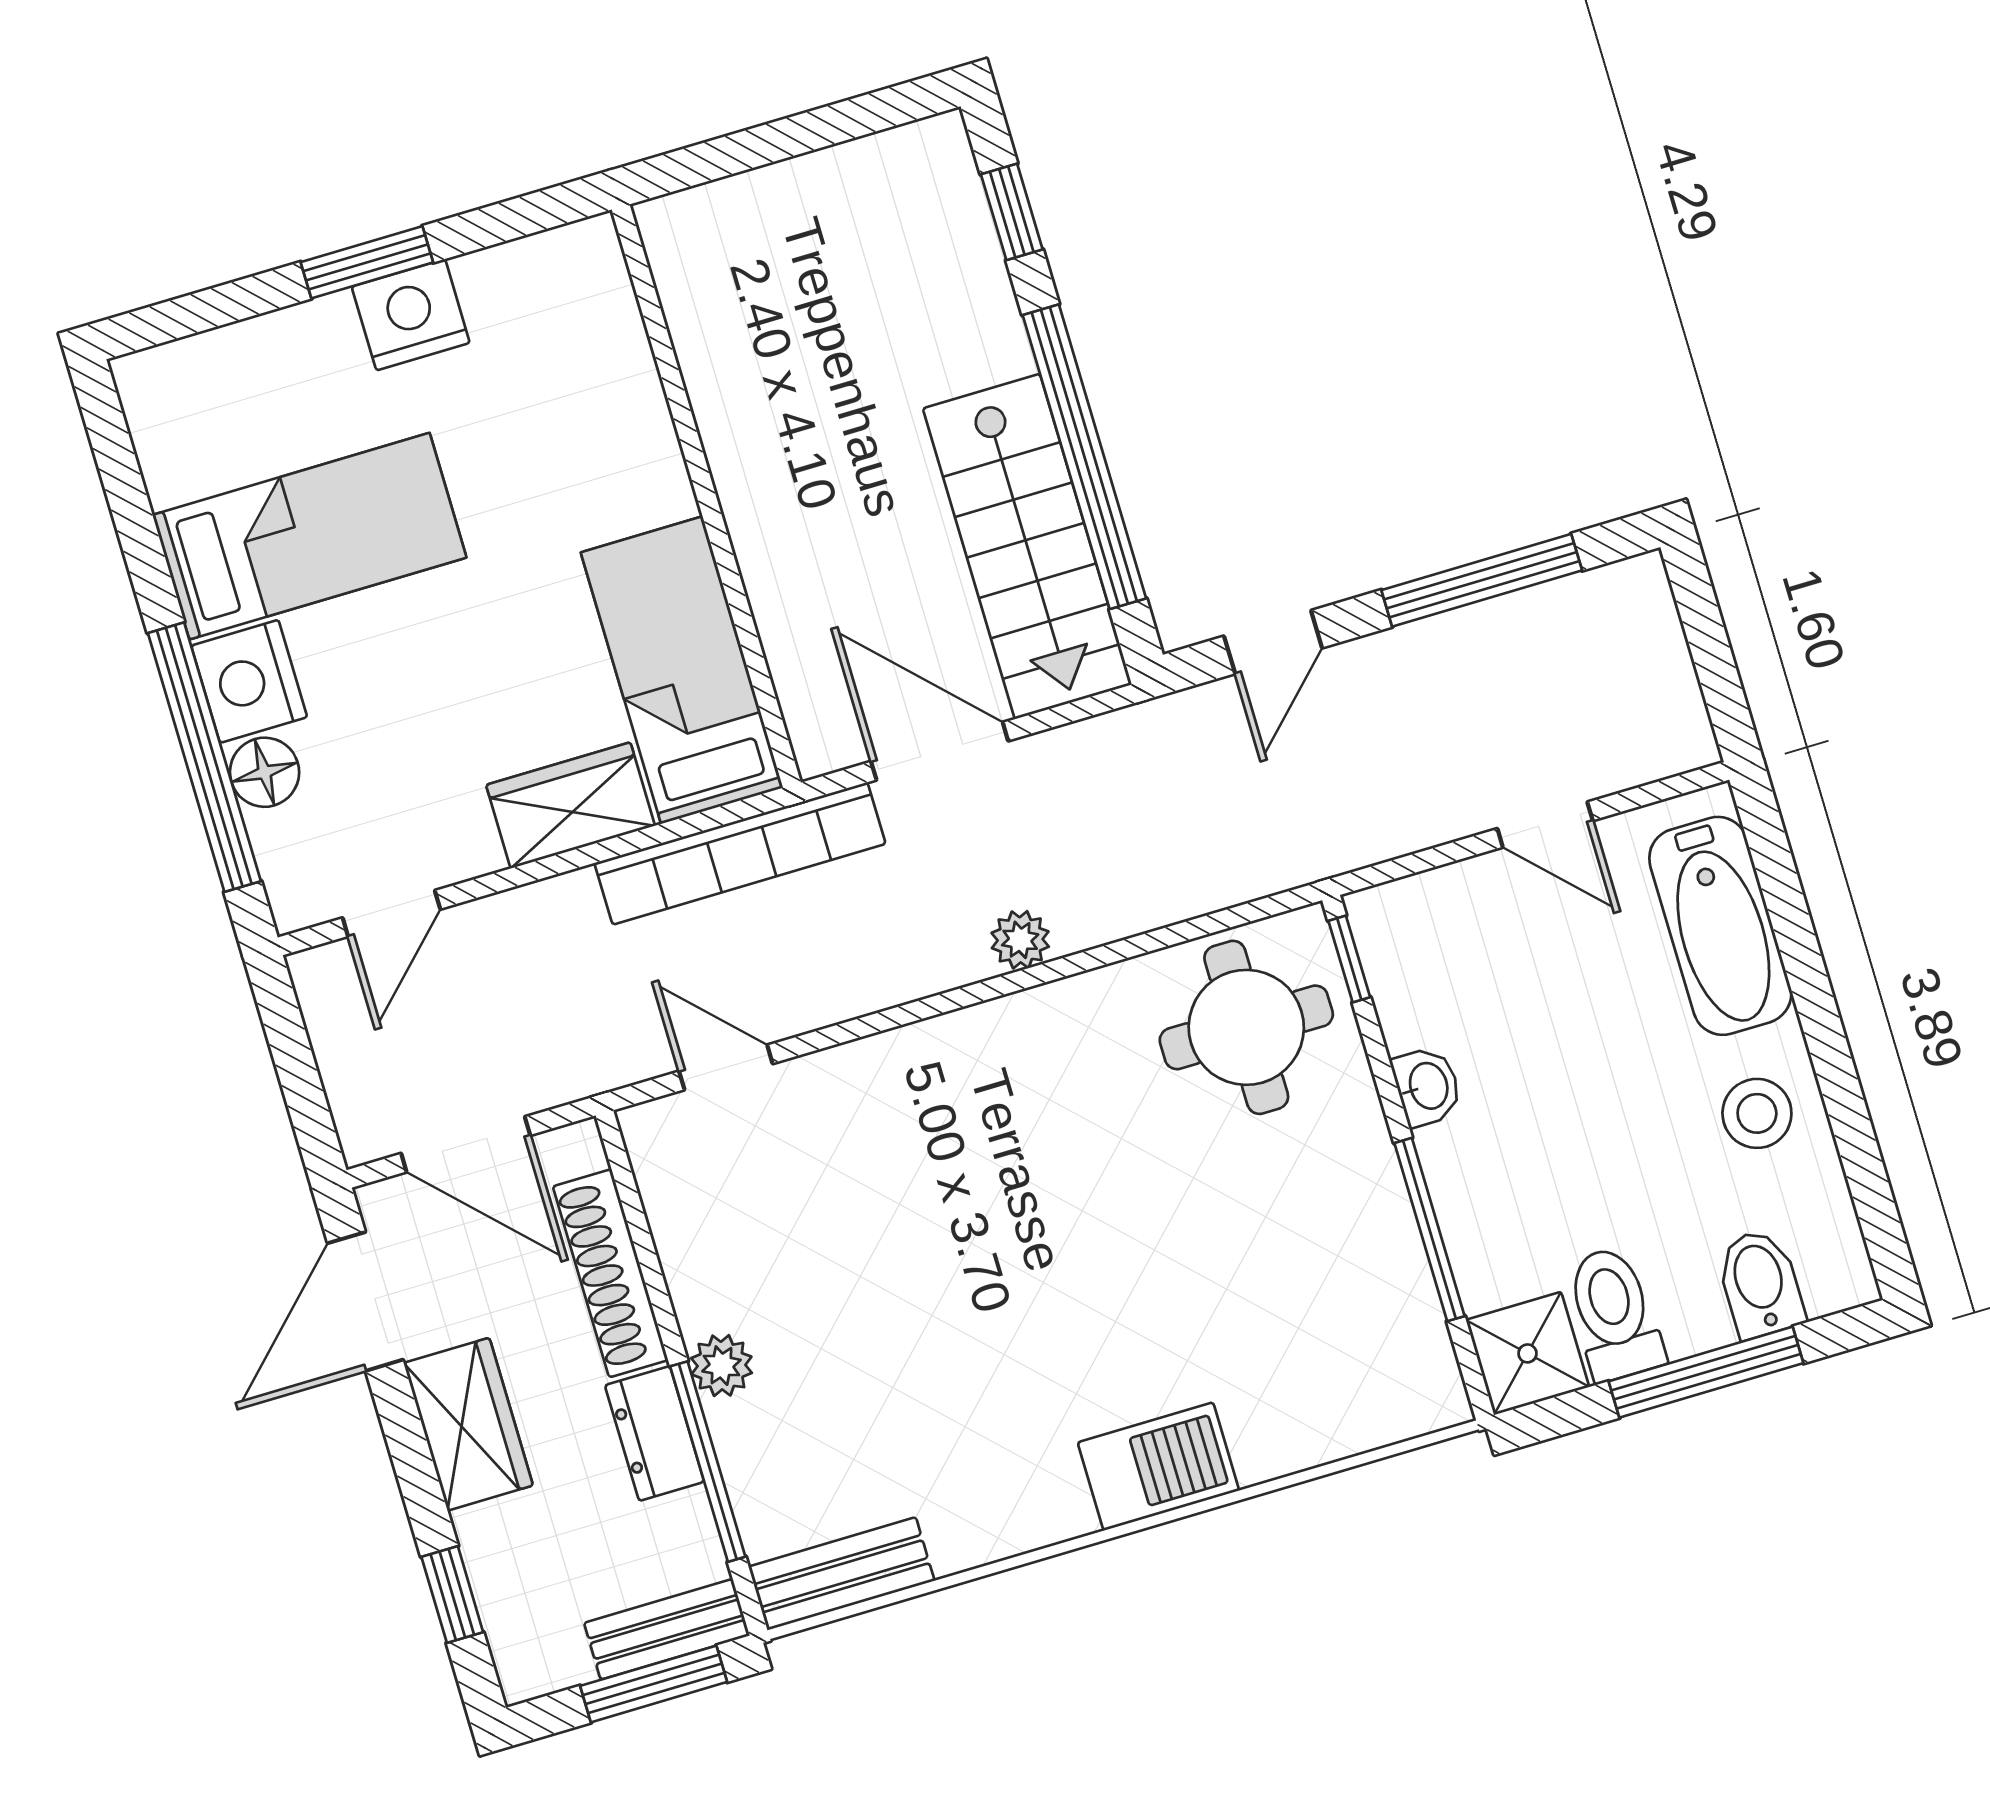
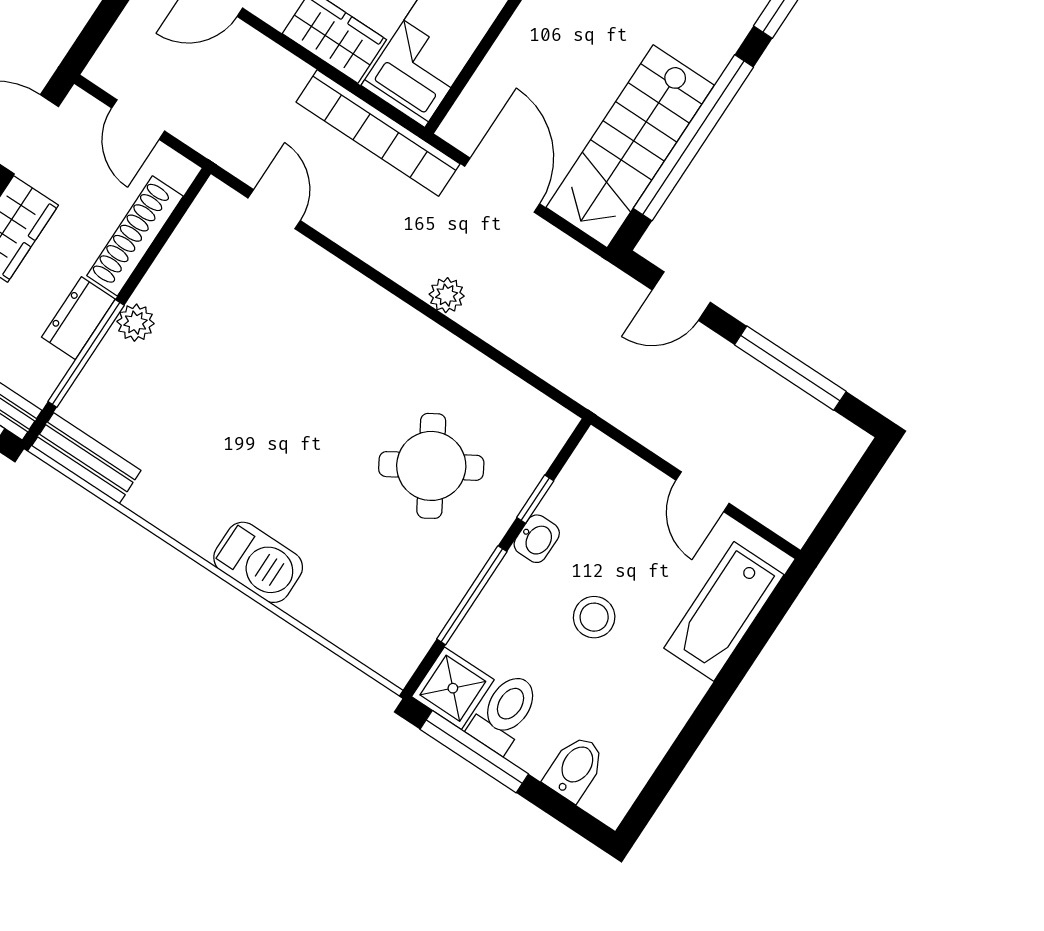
window: (1349, 959) -> (535, 499), moved
round table: (1246, 1027) -> (431, 466), moved, turned -31
stool: (1757, 1113) -> (594, 617), moved
door: (466, 1144) -> (138, 120), width x0.73
window: (1706, 1372) -> (474, 752), moved

